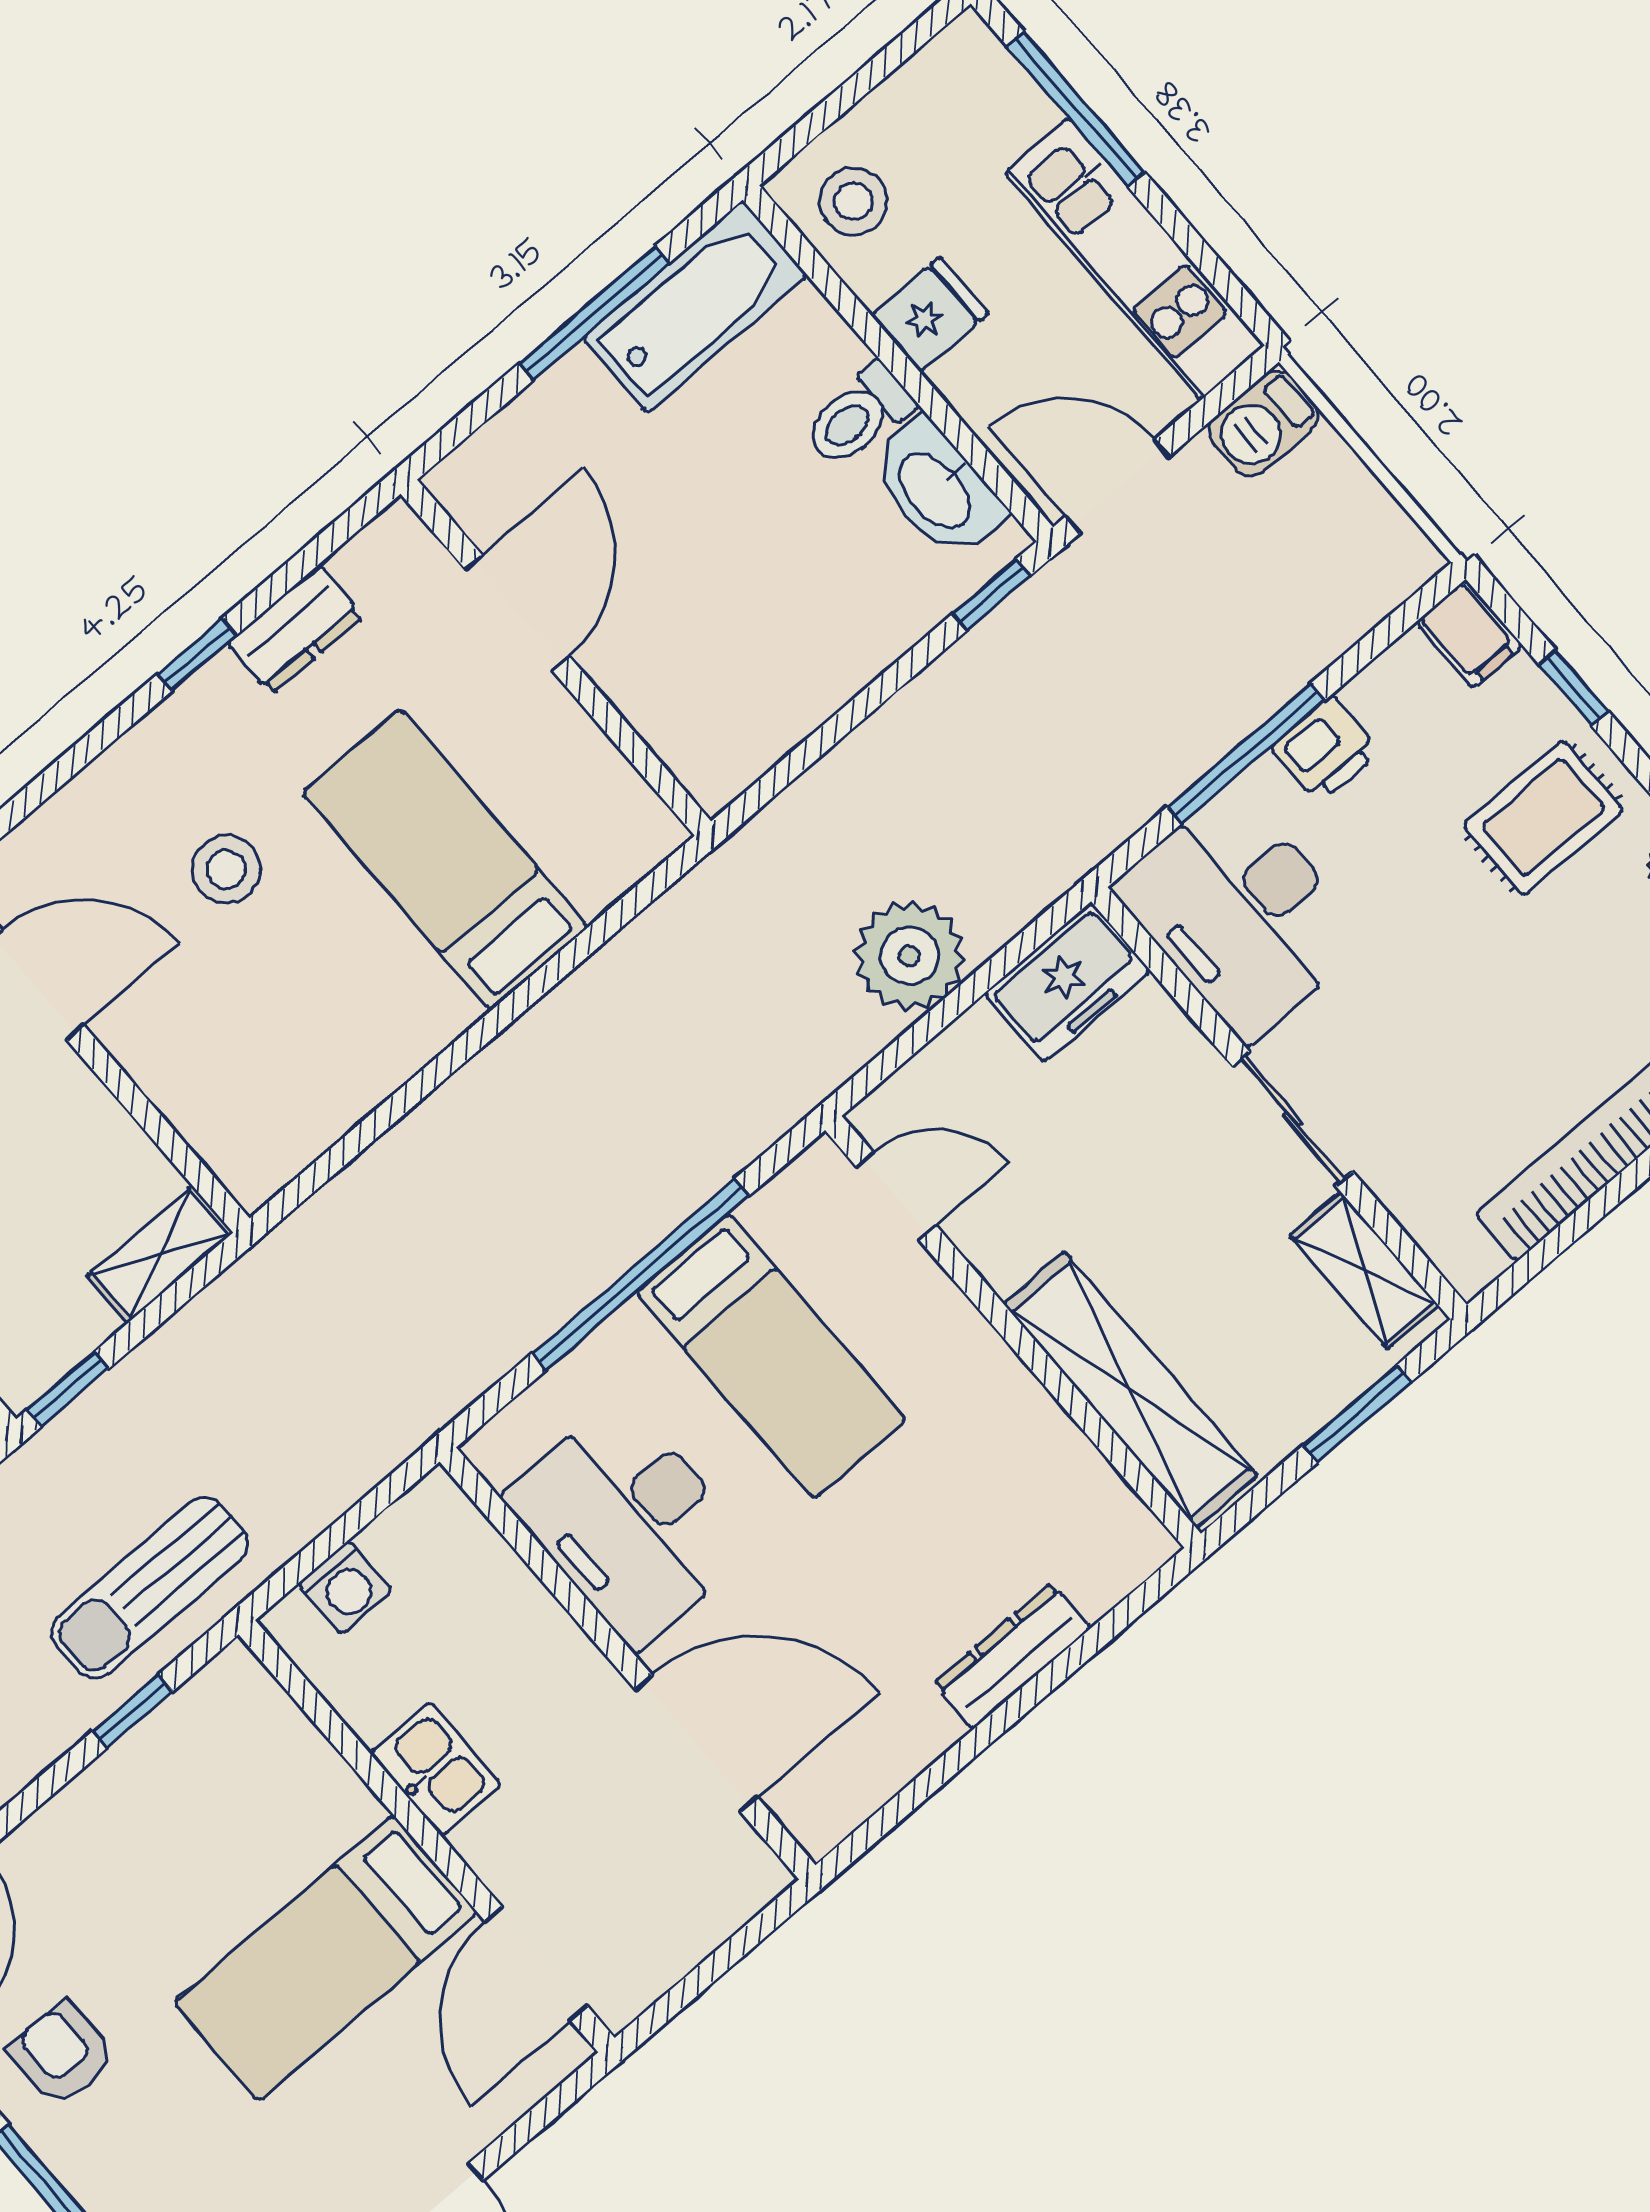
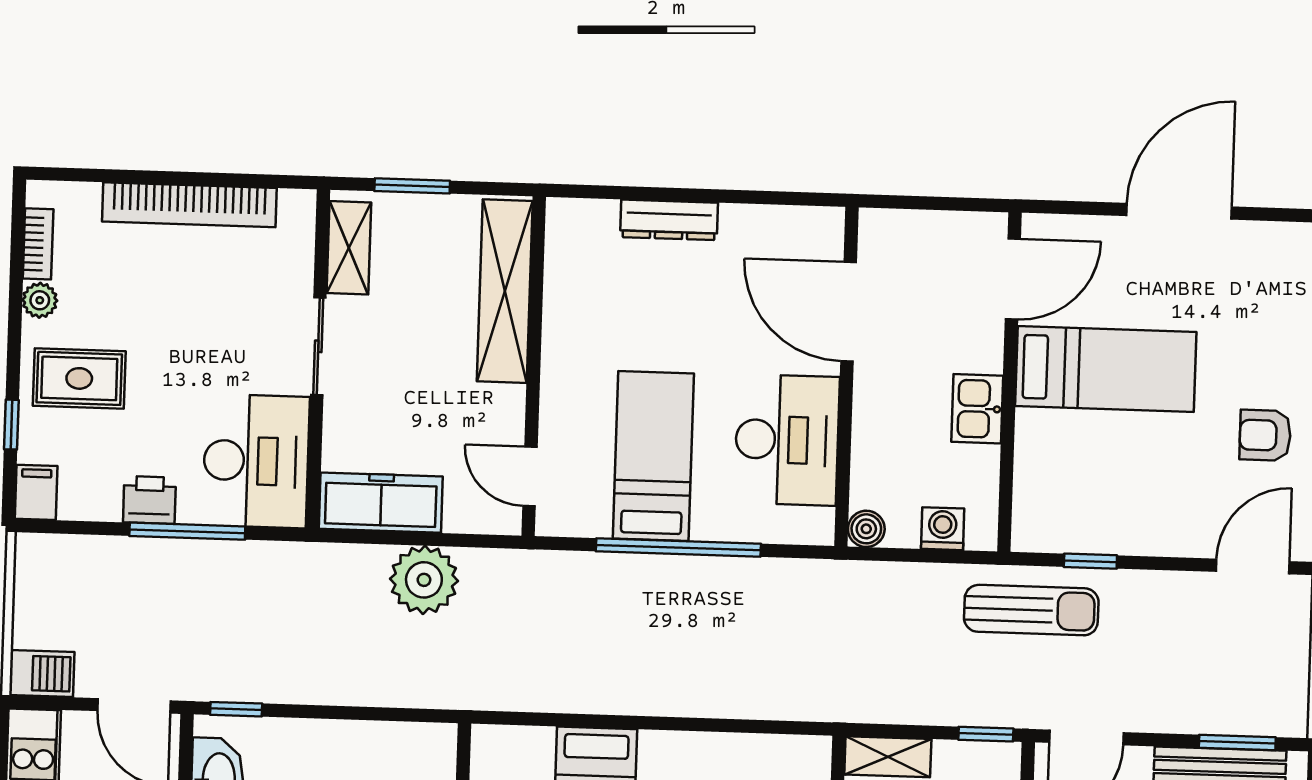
freezer: (1067, 982) -> (381, 503), width x1.40
boiler: (436, 1503) -> (866, 529), added
armchair: (62, 2054) -> (1265, 435), turned 90

